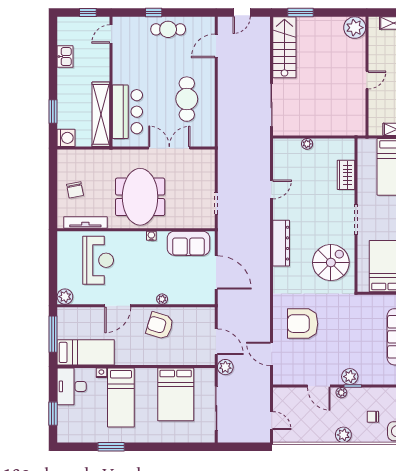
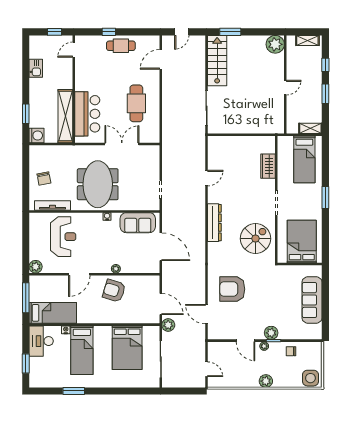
plant: (307, 144) -> (236, 140), removed
chair: (373, 417) -> (291, 351), moved

